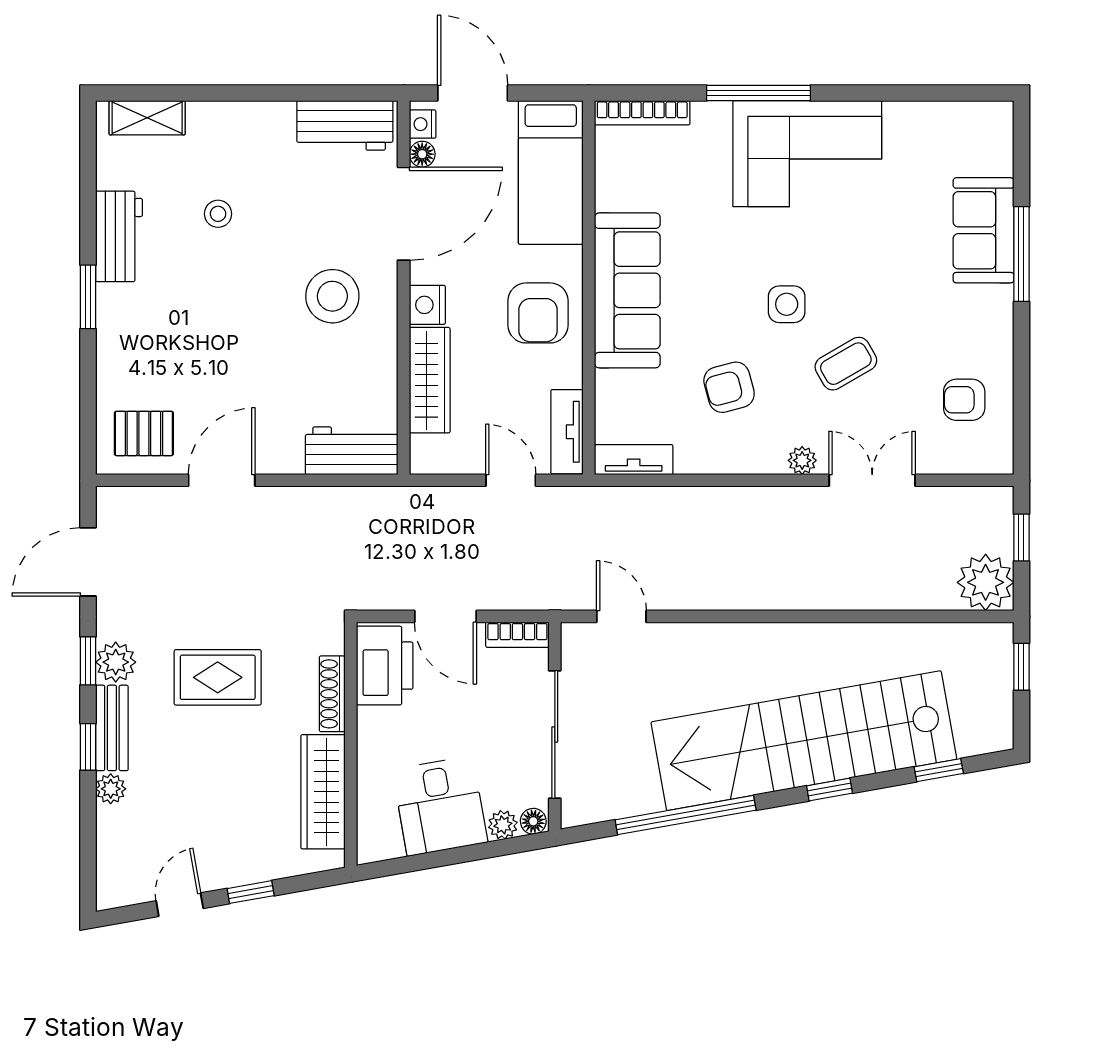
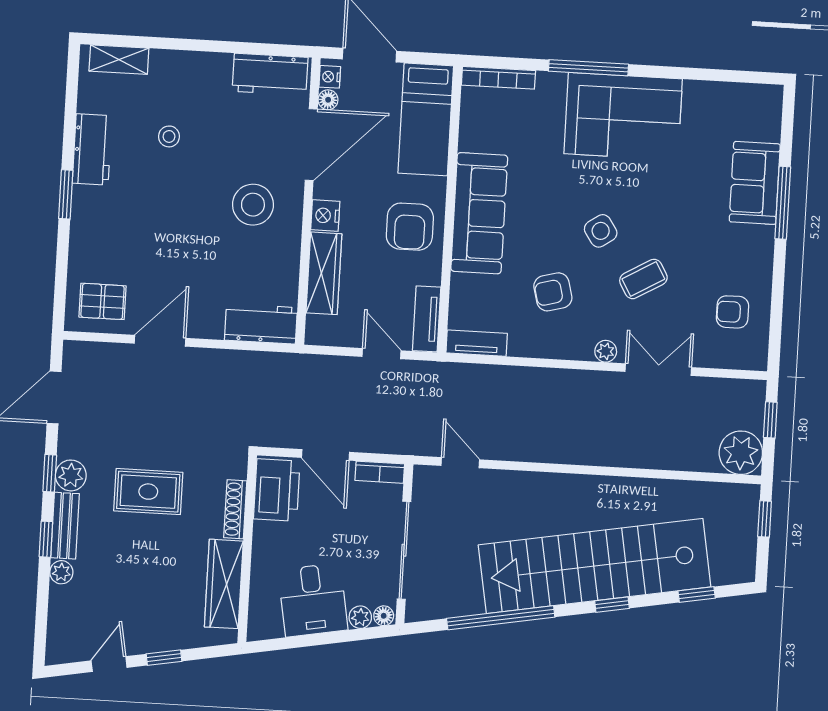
side table: (787, 304) -> (601, 231), turned -34

